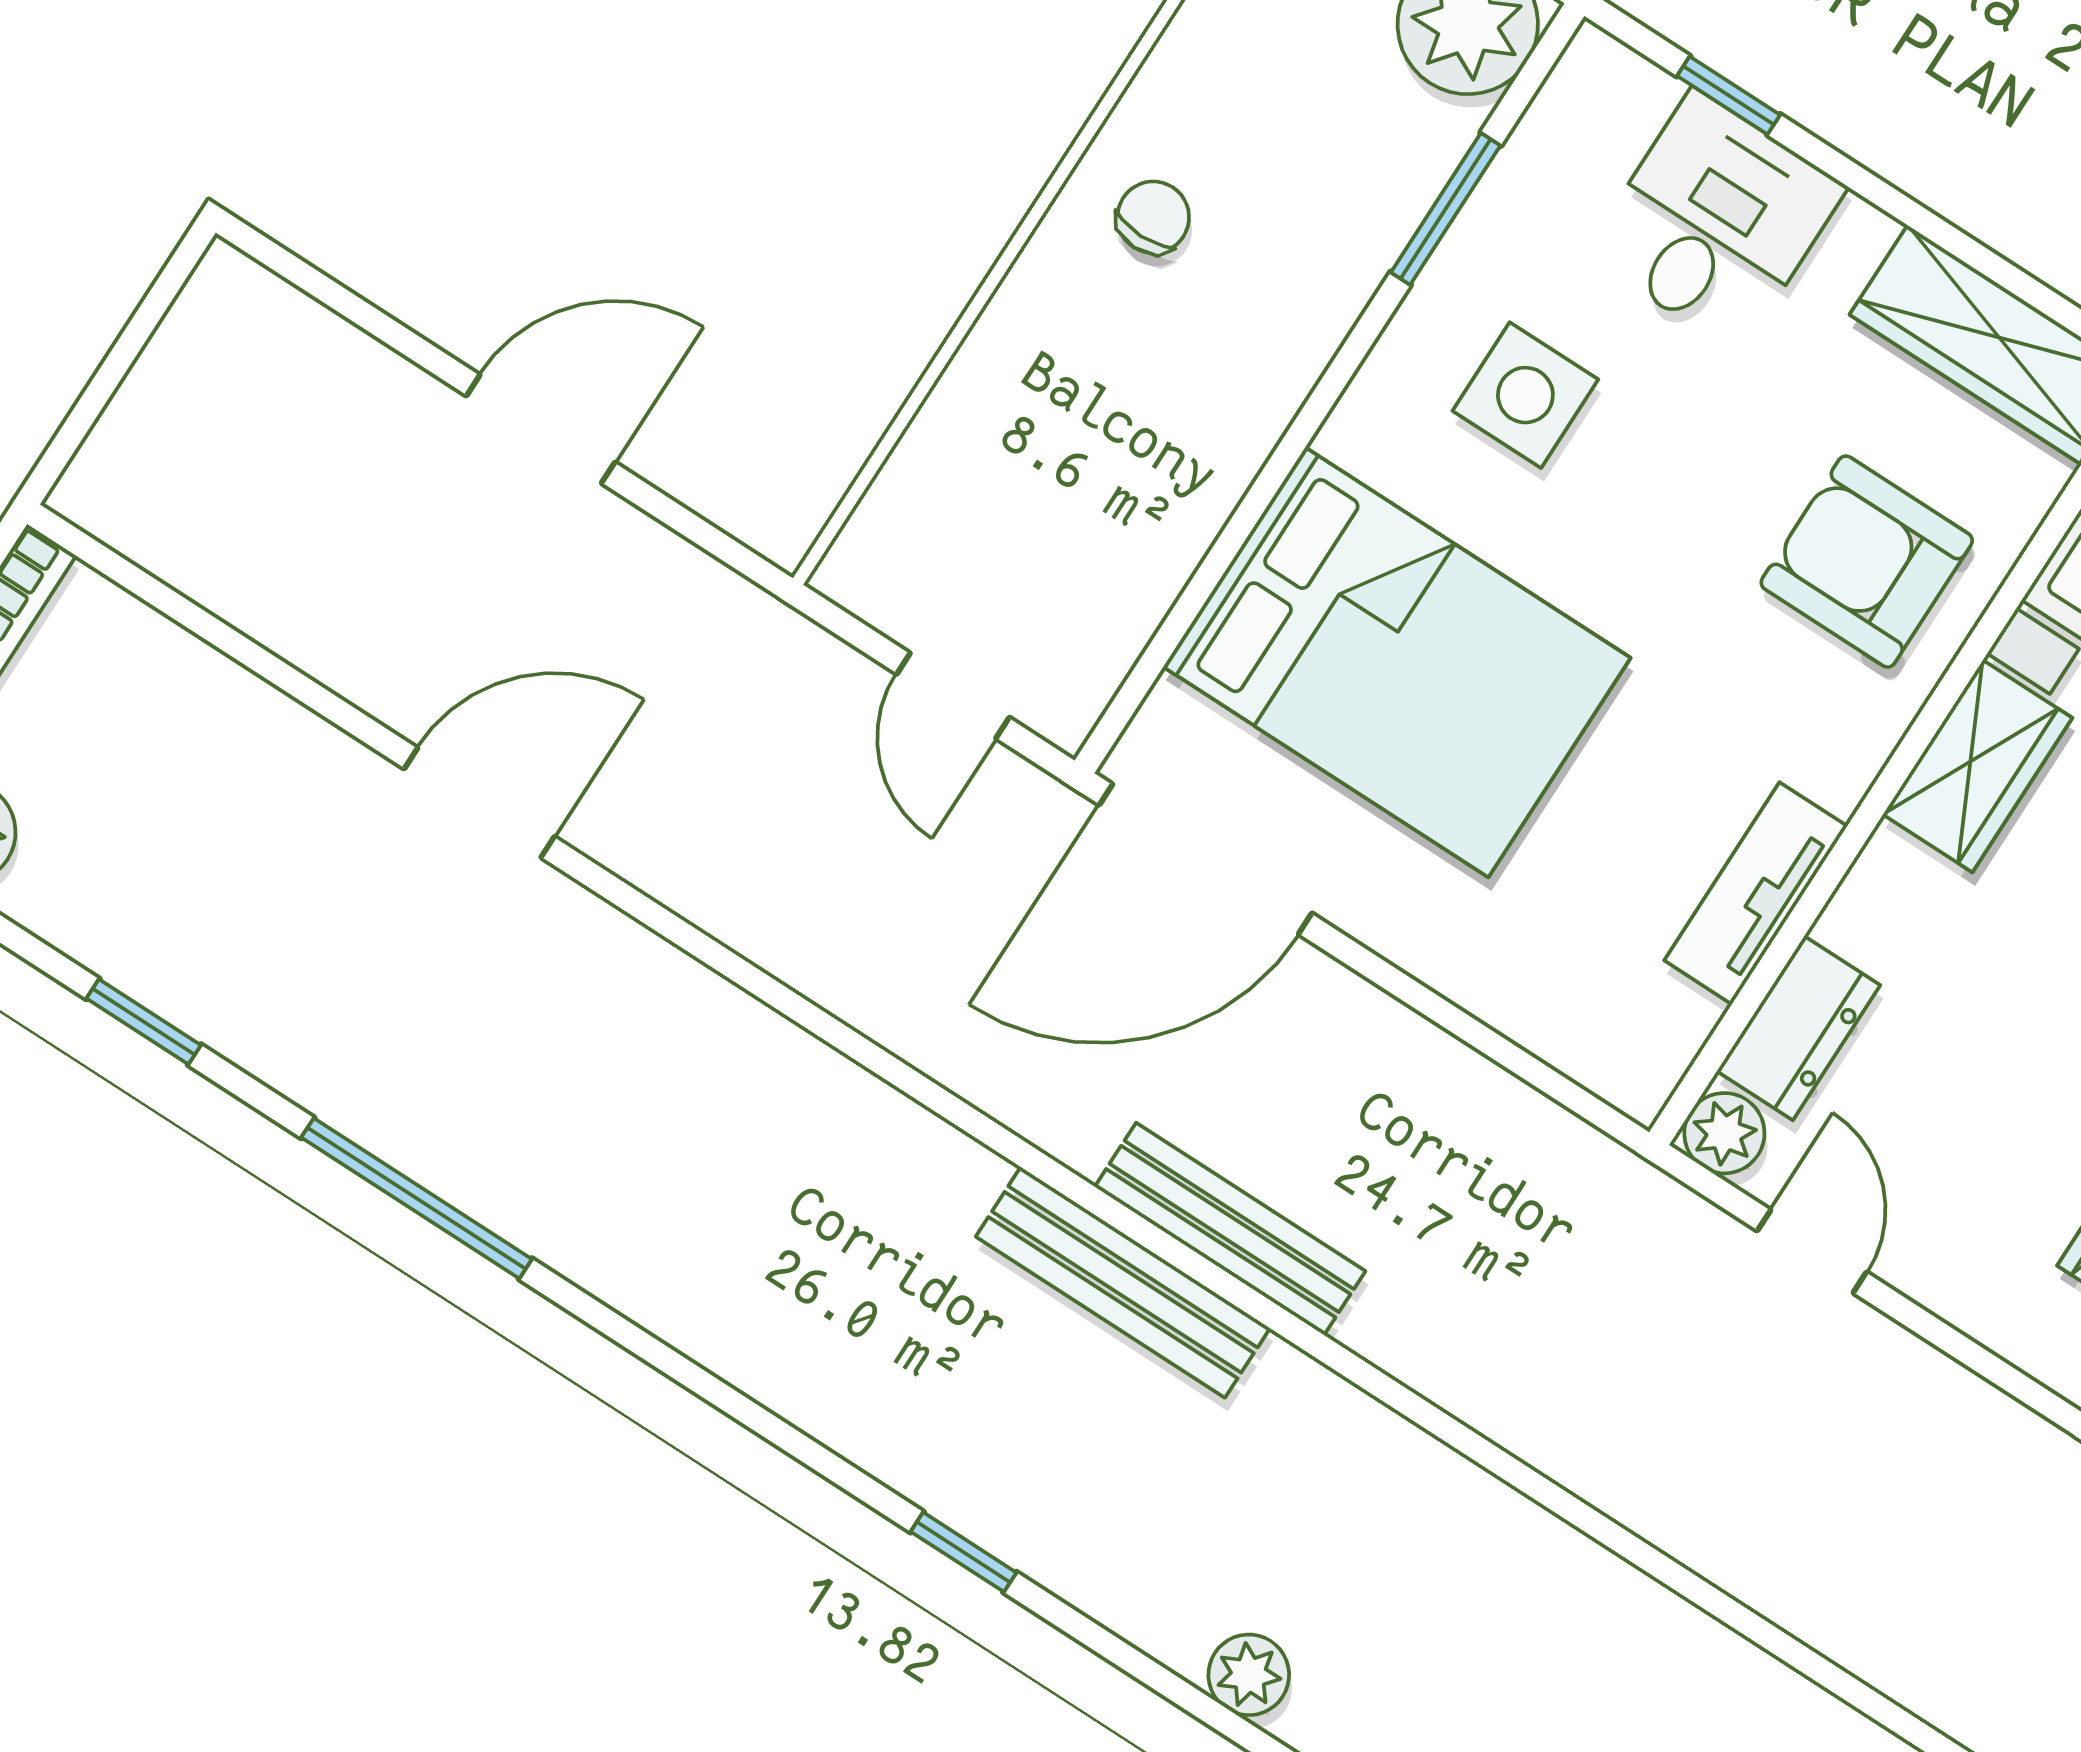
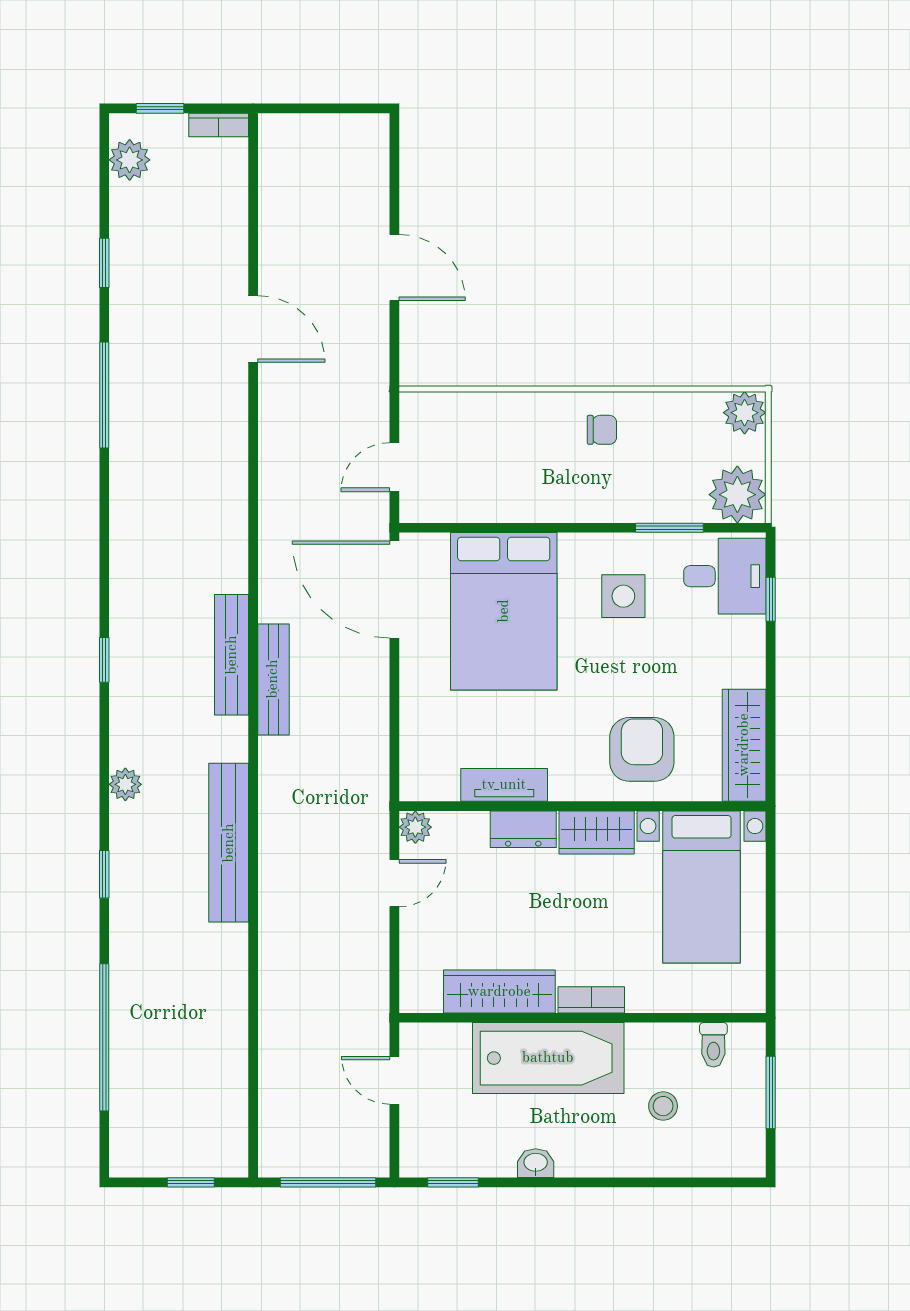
desk: (1716, 221) -> (725, 576), moved
dresser: (1799, 1028) -> (523, 829), moved
bench: (1507, 1539) -> (229, 843), added

